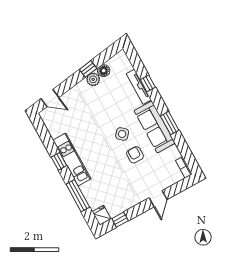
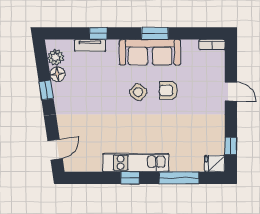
plant: (93, 79) -> (56, 57), moved
tv unit: (139, 87) -> (90, 45), width x0.71

